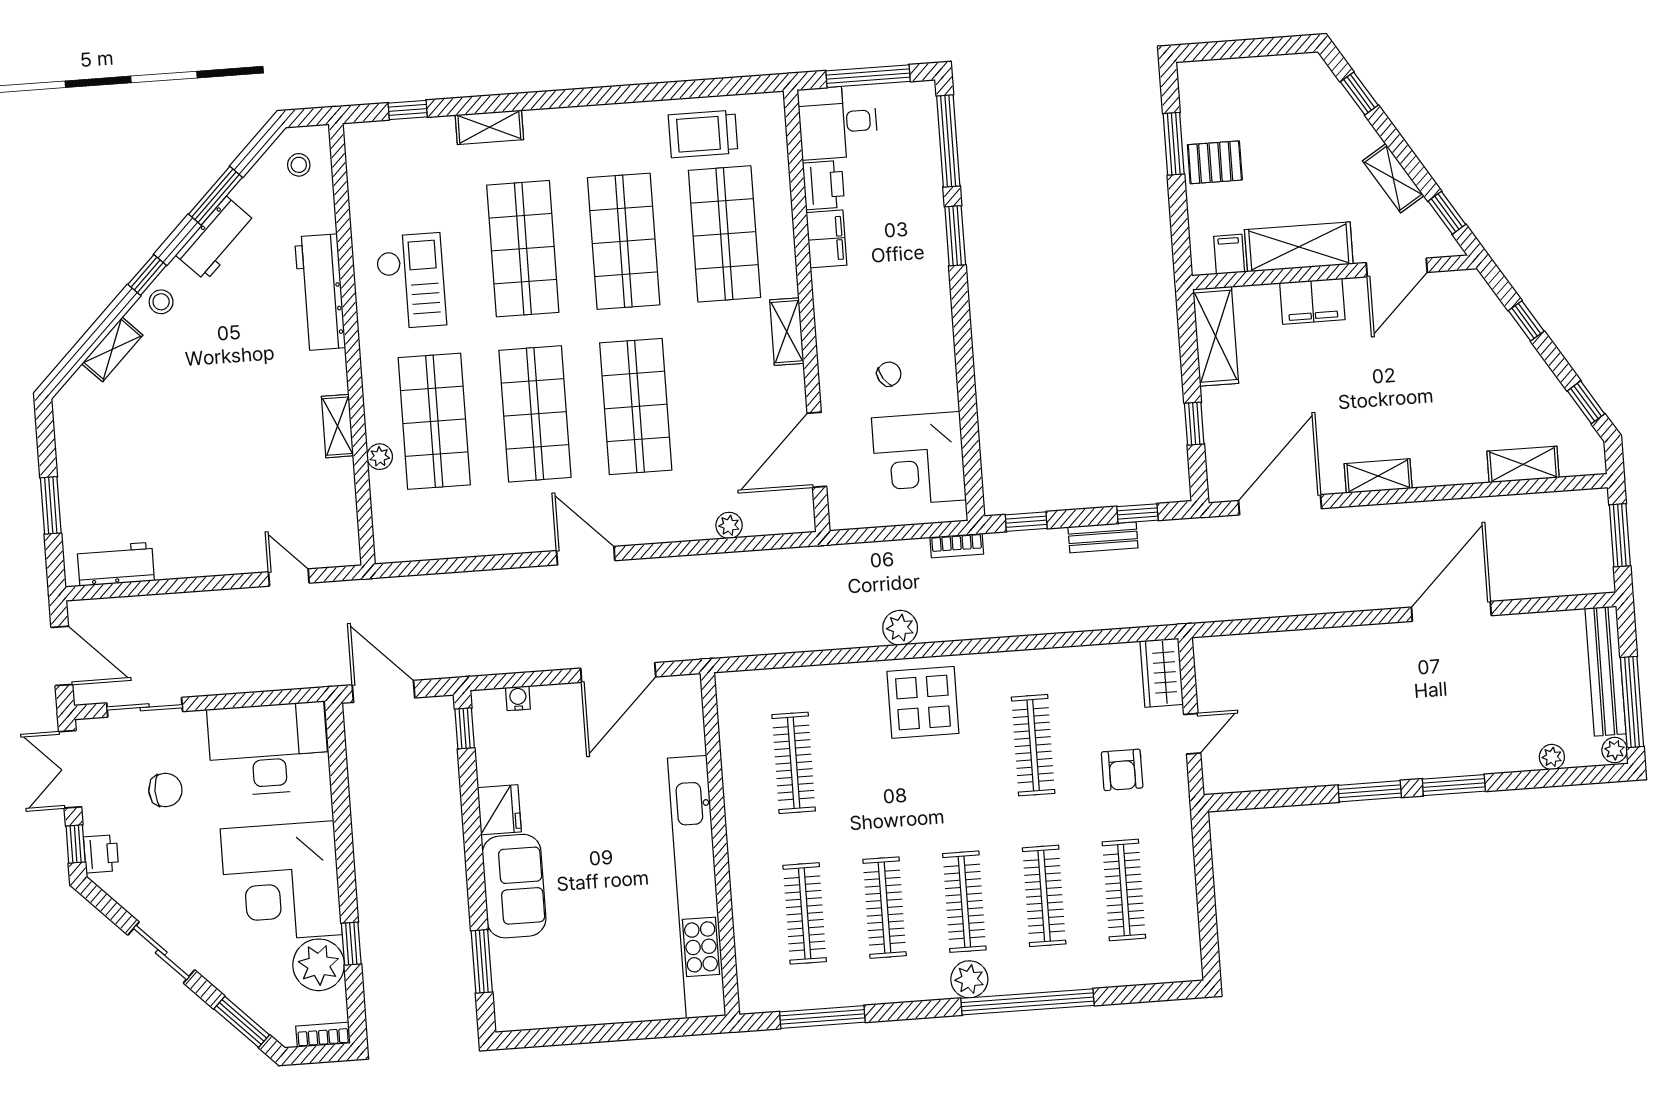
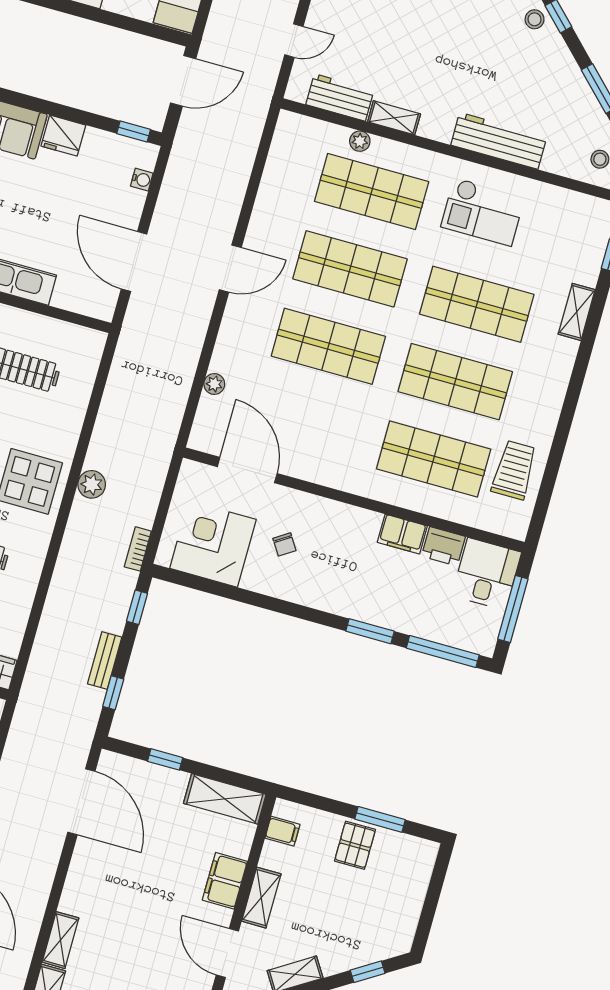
workbench: (216, 239) -> (340, 97), moved, turned 135
shelving: (1299, 247) -> (261, 898), width x0.67, depth x0.75
shelving: (787, 332) -> (344, 479), removed
shelving: (1378, 476) -> (60, 940), moved

